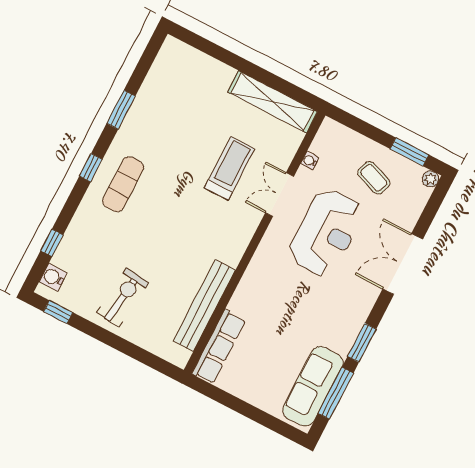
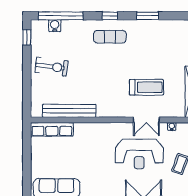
double door: (280, 195) -> (146, 120), swing flipped
window: (52, 243) -> (61, 16), width x3.17
water cooler: (53, 277) -> (55, 26), moved

